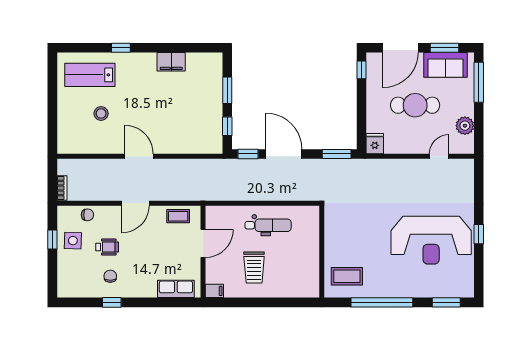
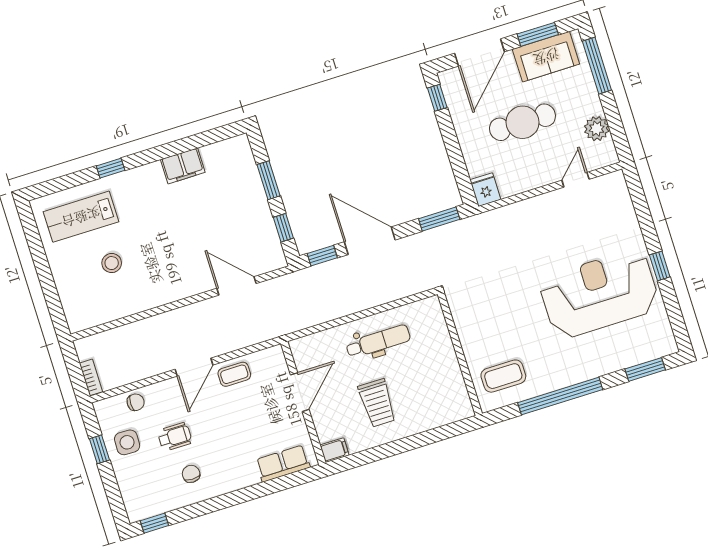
door: (139, 156) -> (237, 286), moved
coffee table: (178, 216) -> (234, 374), moved
reception desk: (431, 240) -> (599, 294), turned 180
window: (112, 302) -> (154, 523), moved

